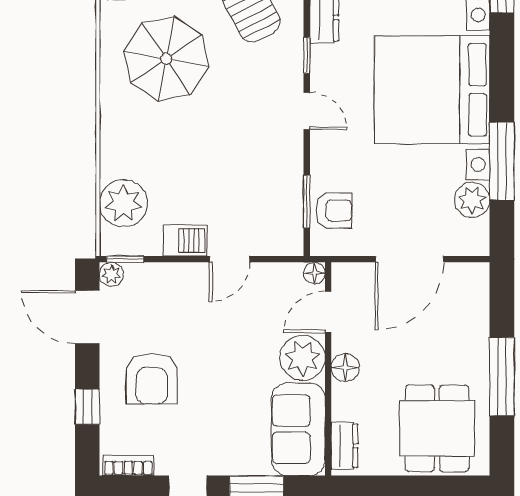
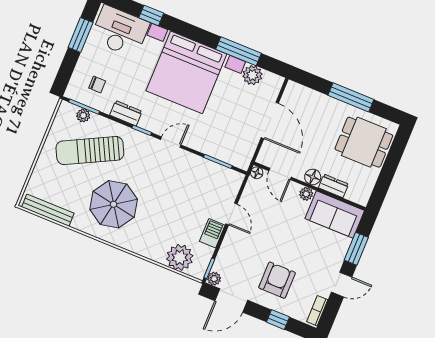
armchair: (334, 210) -> (228, 149), removed
plant: (303, 358) -> (306, 194), width x0.53, depth x0.53
armchair: (152, 379) -> (277, 280), turned -90
dresser: (345, 446) -> (333, 186), moved

